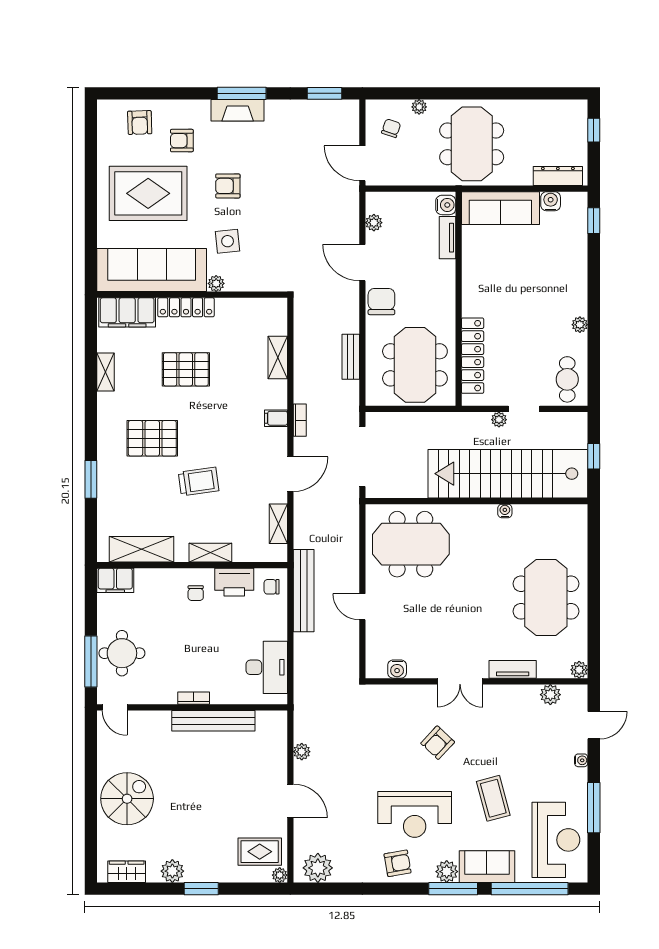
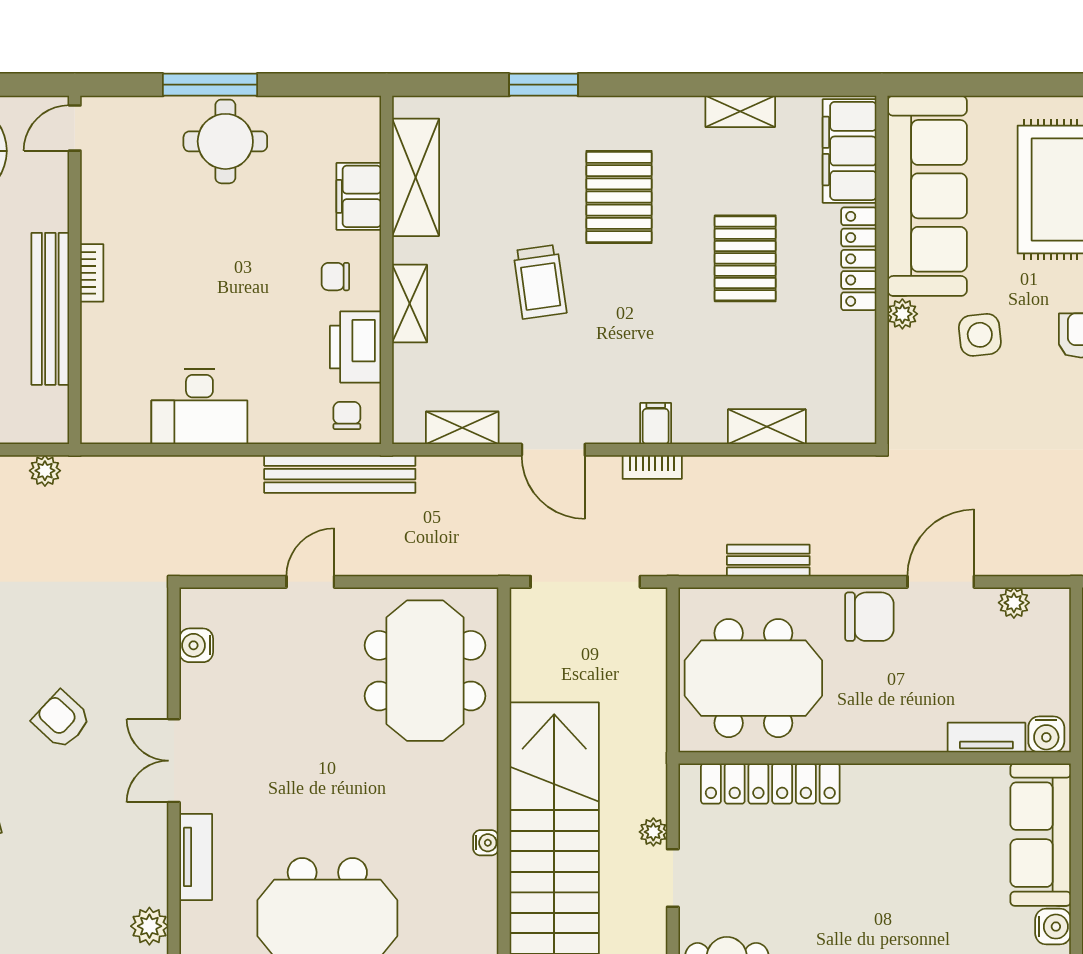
filing cabinet: (115, 580) -> (359, 196), moved
bookcase: (194, 698) -> (92, 273), moved
door: (115, 707) -> (75, 128), moved
wall: (192, 707) -> (75, 270), moved
bench: (213, 721) -> (50, 309), moved

